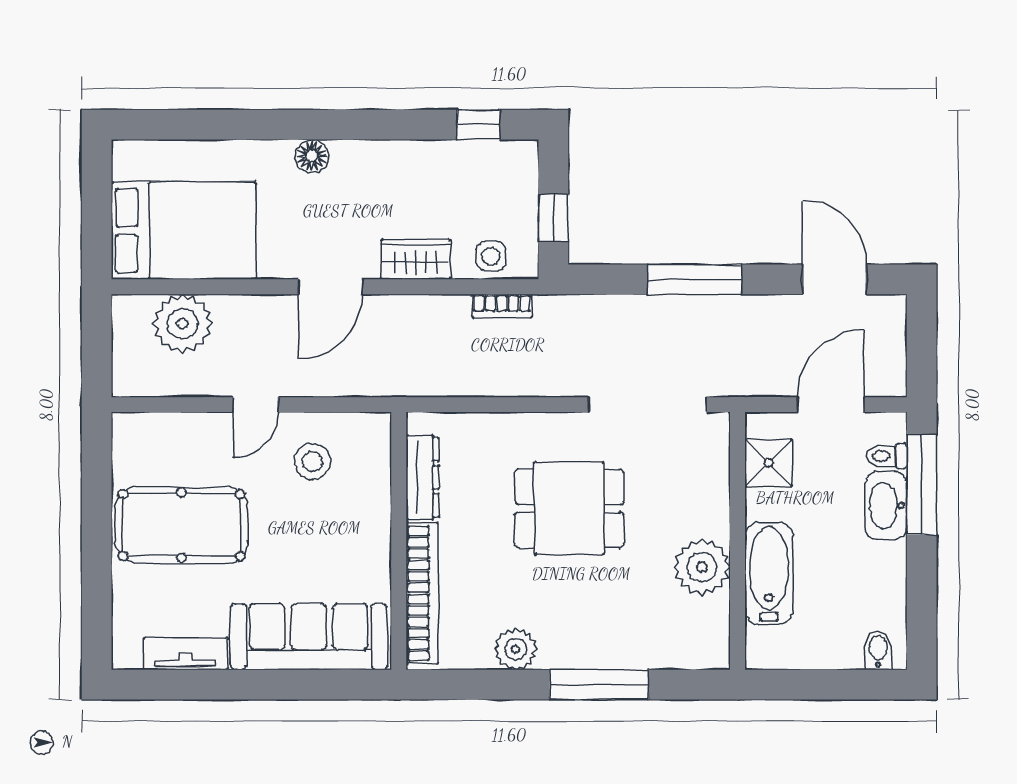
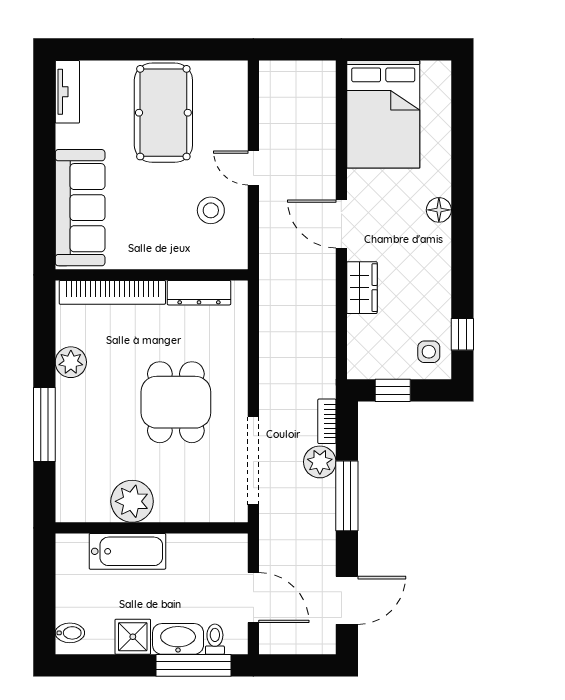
side table: (491, 256) -> (429, 352), moved
bookcase: (502, 306) -> (327, 421), moved
plant: (182, 323) -> (320, 462), moved, width x0.73, depth x0.73
shower: (769, 463) -> (133, 637), moved
tv unit: (186, 654) -> (67, 92), moved

